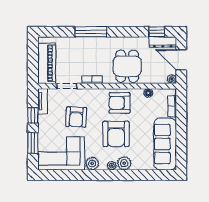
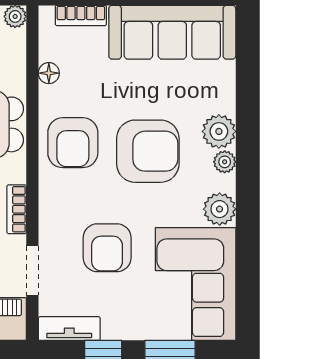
armchair: (76, 117) -> (107, 248), turned 87

